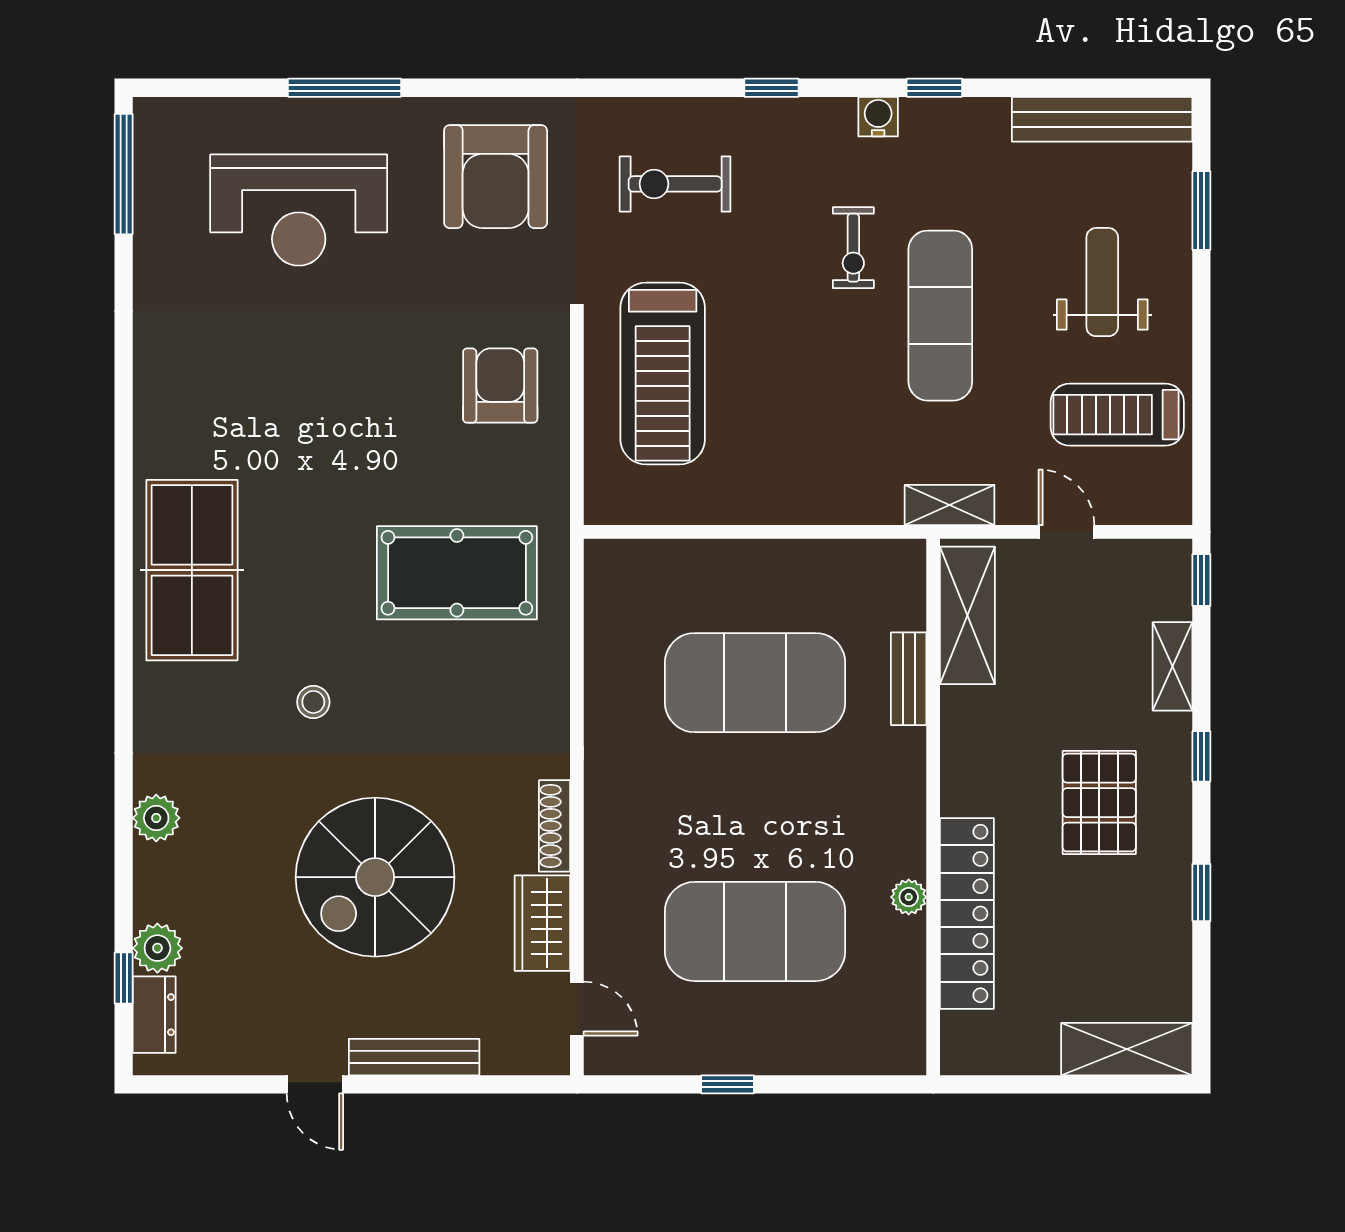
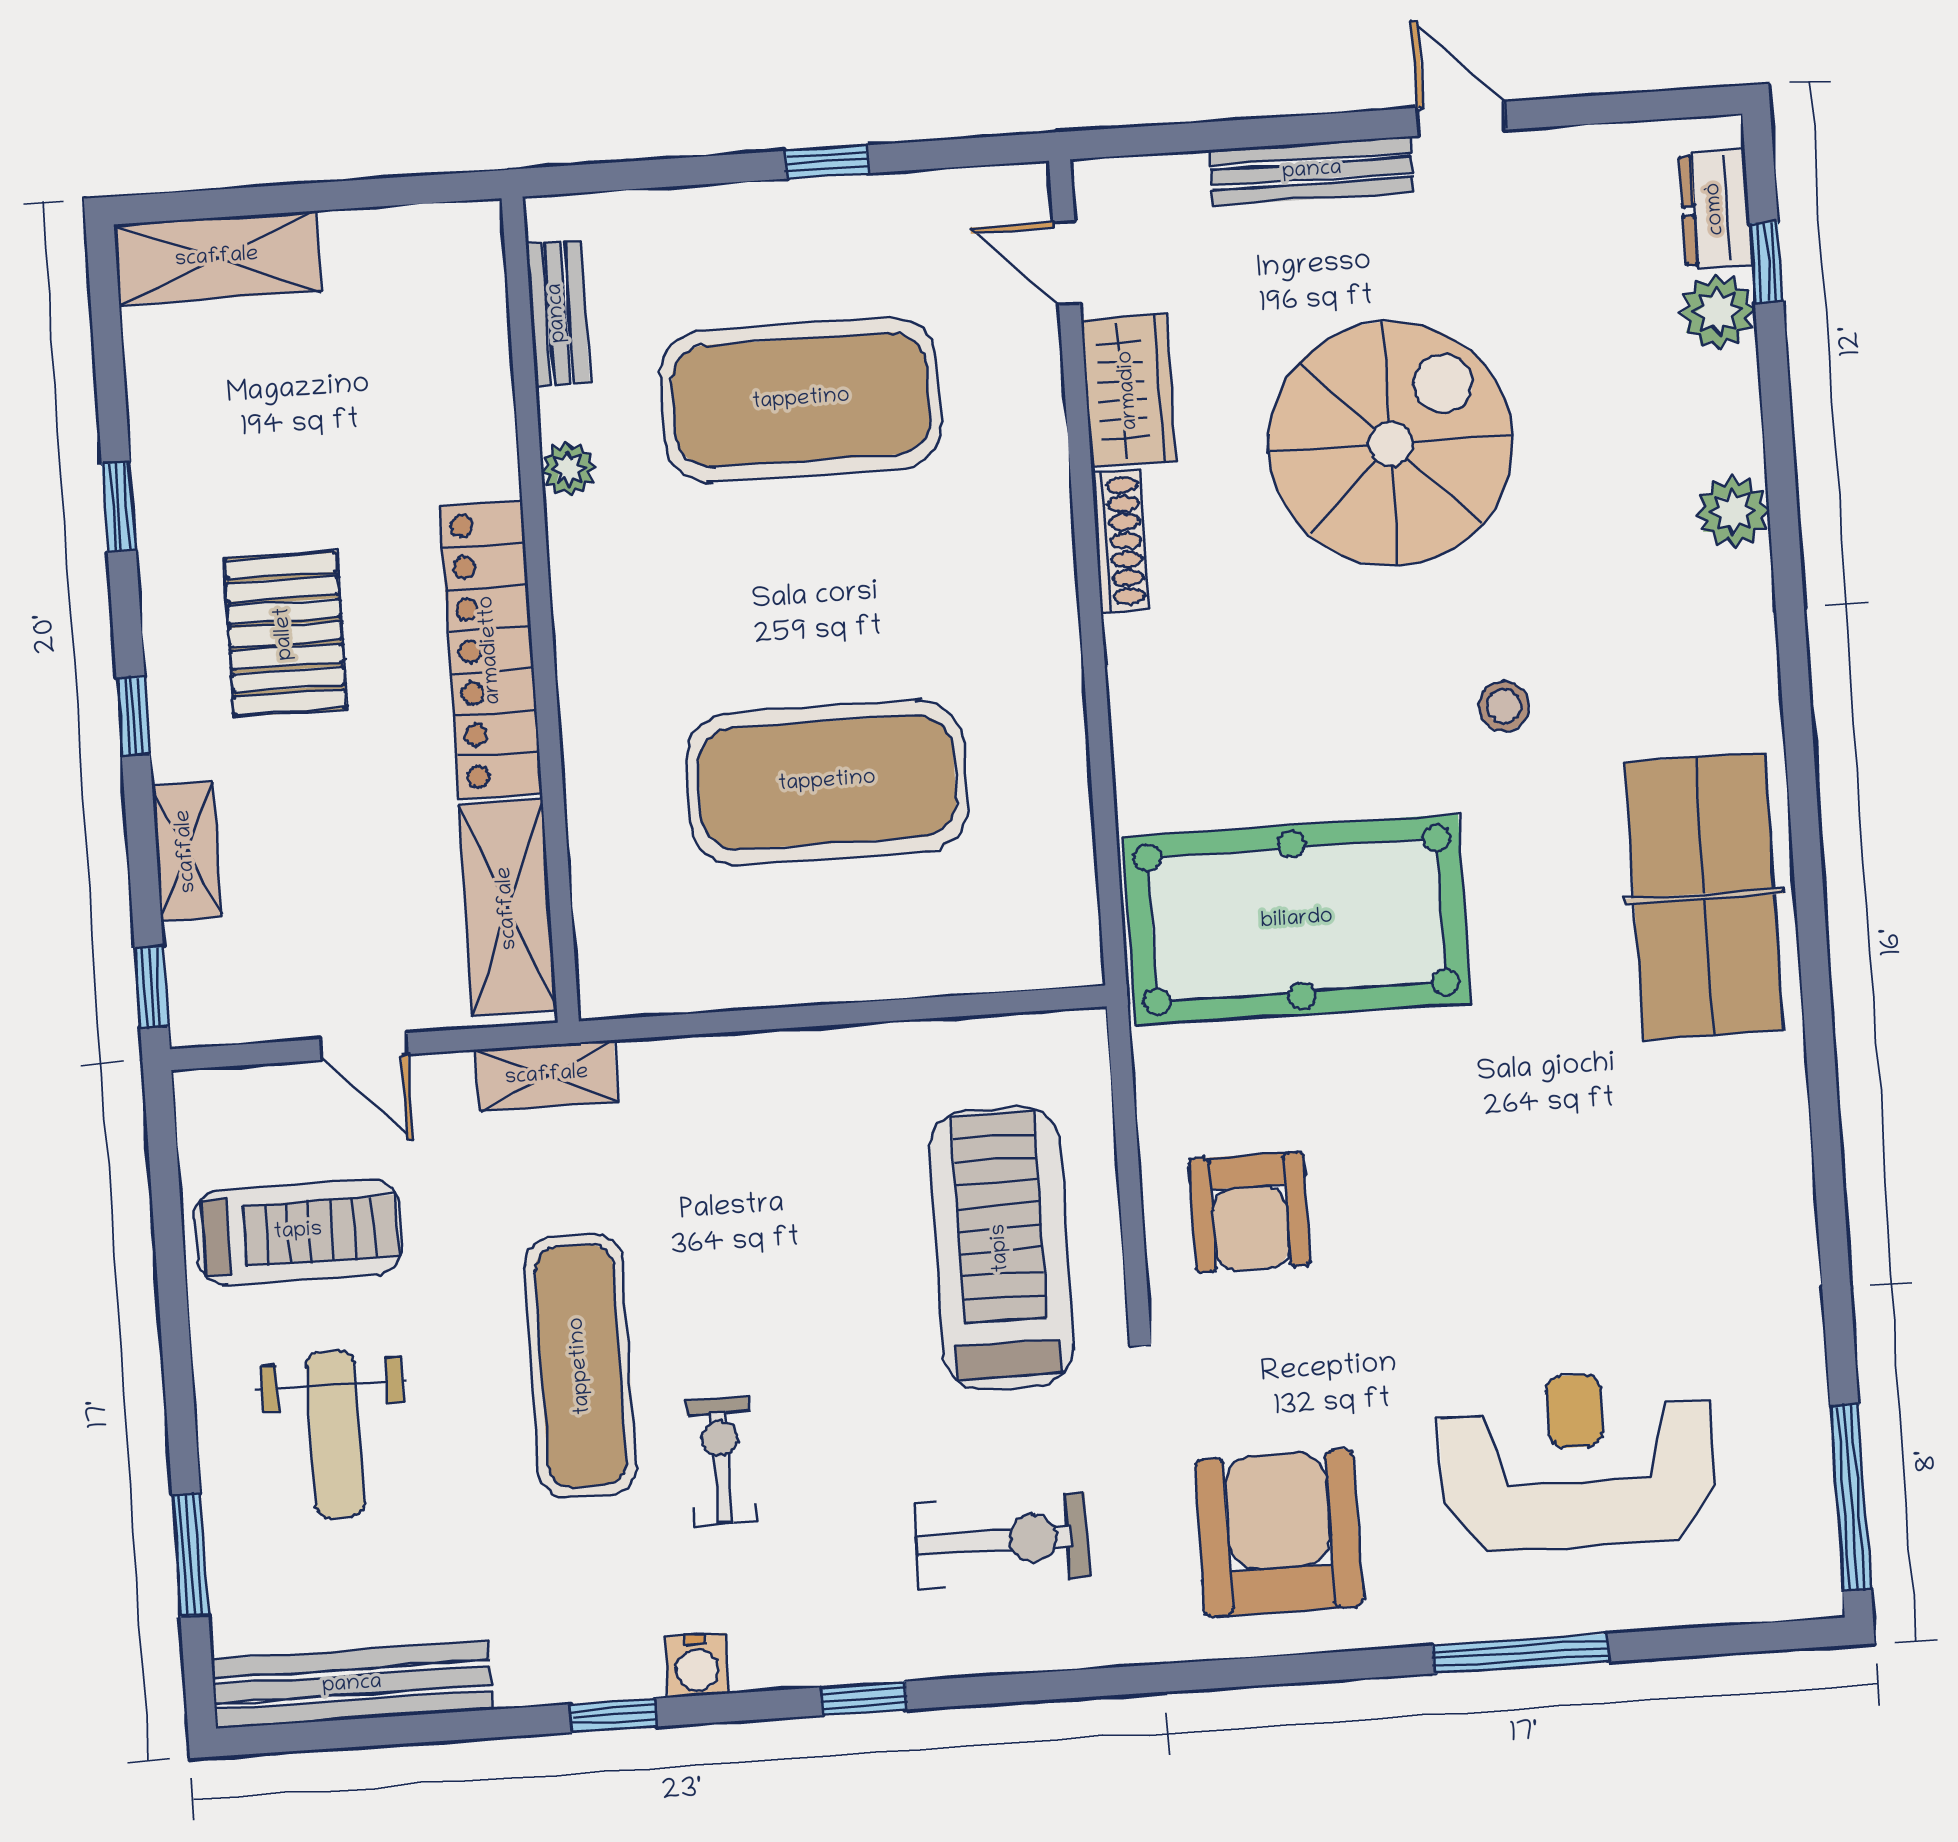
pool table: (457, 573) -> (1297, 920), width x1.36, depth x1.32
bench: (909, 679) -> (558, 313), moved
locker: (967, 913) -> (491, 650), moved

